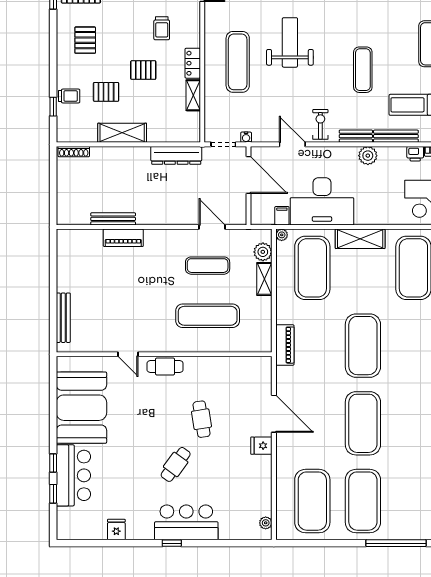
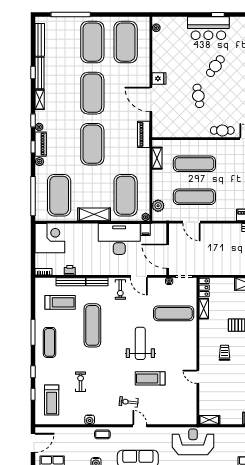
weight bench: (290, 42) -> (140, 343), turned 180
exercise mat: (238, 62) -> (174, 313), moved, turned 90
locker: (193, 63) -> (204, 288), moved
exercise mat: (363, 70) -> (92, 325), width x1.36, depth x1.45
printer: (415, 154) -> (70, 270), moved
dresser: (176, 155) -> (215, 269), removed
plant: (368, 156) -> (89, 269), removed
exercise mat: (208, 266) -> (194, 197), width x1.36, depth x1.45
shelving: (264, 279) -> (157, 158), moved
piano: (285, 345) -> (144, 134), moved

